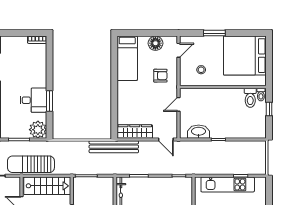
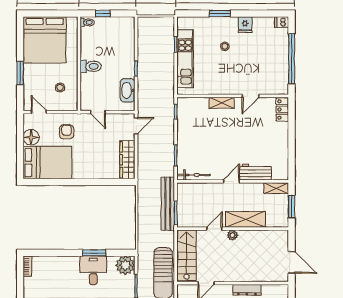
bed: (127, 58) -> (48, 163), width x1.50
toilet: (250, 98) -> (91, 66), moved
bench: (114, 147) -> (168, 204), moved

